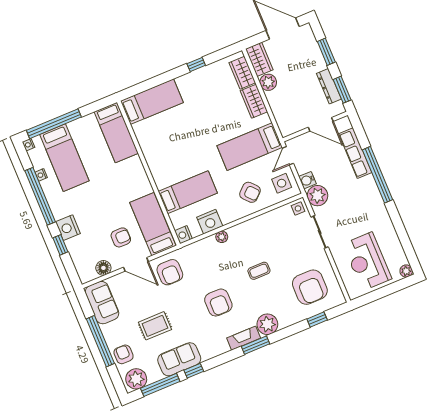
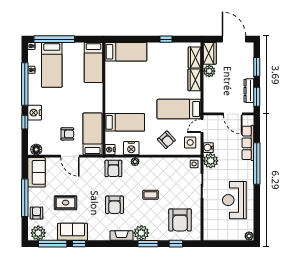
reception desk: (367, 261) -> (234, 200), moved
floor lamp: (103, 268) -> (36, 150), moved
armchair: (170, 272) -> (113, 168), moved
window: (256, 345) -> (148, 244), moved

